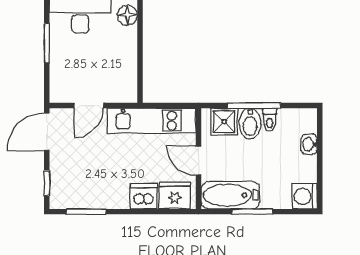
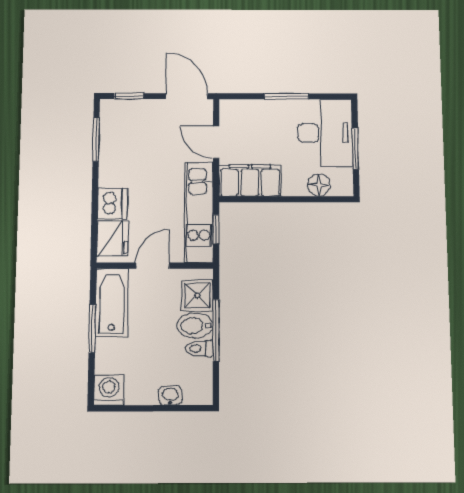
filing cabinet: (123, 76) -> (250, 180), added
window: (167, 105) -> (216, 229), added

